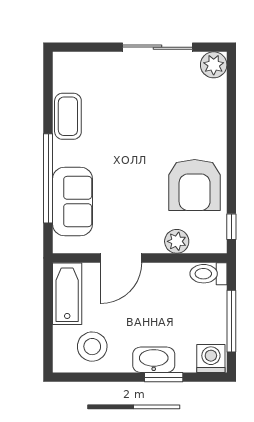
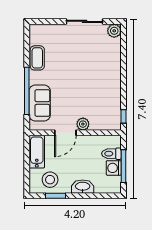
armchair: (195, 185) -> (104, 94), removed
plant: (177, 241) -> (83, 124), moved
toilet: (208, 274) -> (111, 154), moved
washing machine: (211, 358) -> (114, 168), moved, turned -90
window: (164, 377) -> (55, 196), moved

